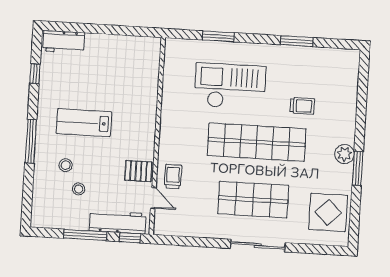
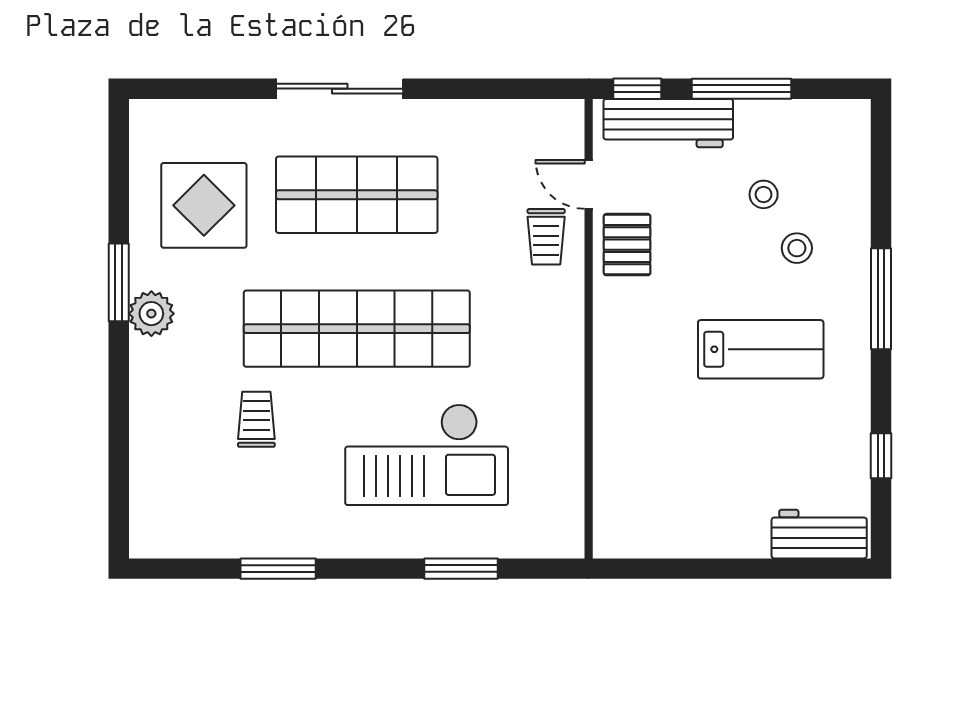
trolley: (302, 106) -> (256, 419), turned 90
pallet: (138, 171) -> (627, 245), turned 90
display table: (328, 212) -> (204, 205), moved

